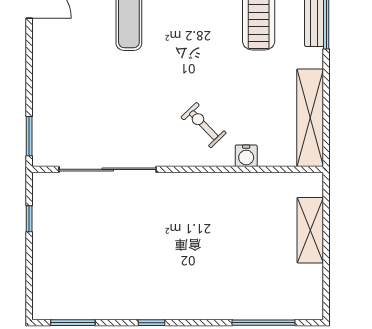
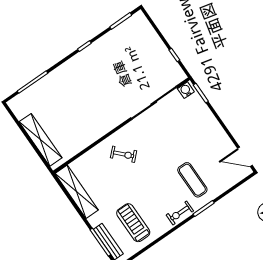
water cooler: (246, 156) -> (186, 90), moved
shelving: (310, 230) -> (40, 140), width x1.47

